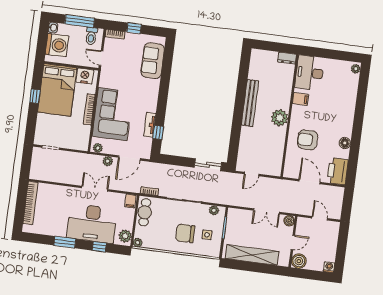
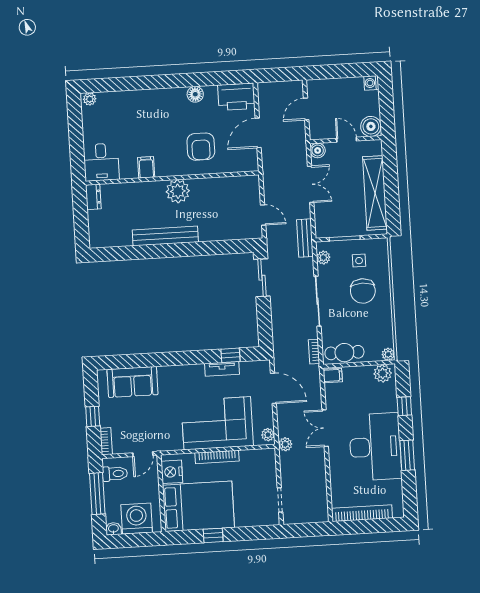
desk: (310, 73) -> (101, 162), width x0.73
plant: (108, 161) -> (285, 444), moved
bench: (230, 200) -> (305, 238), added
desk: (92, 223) -> (375, 447), moved

